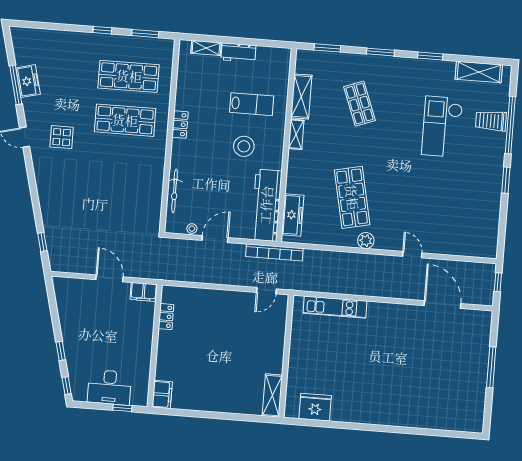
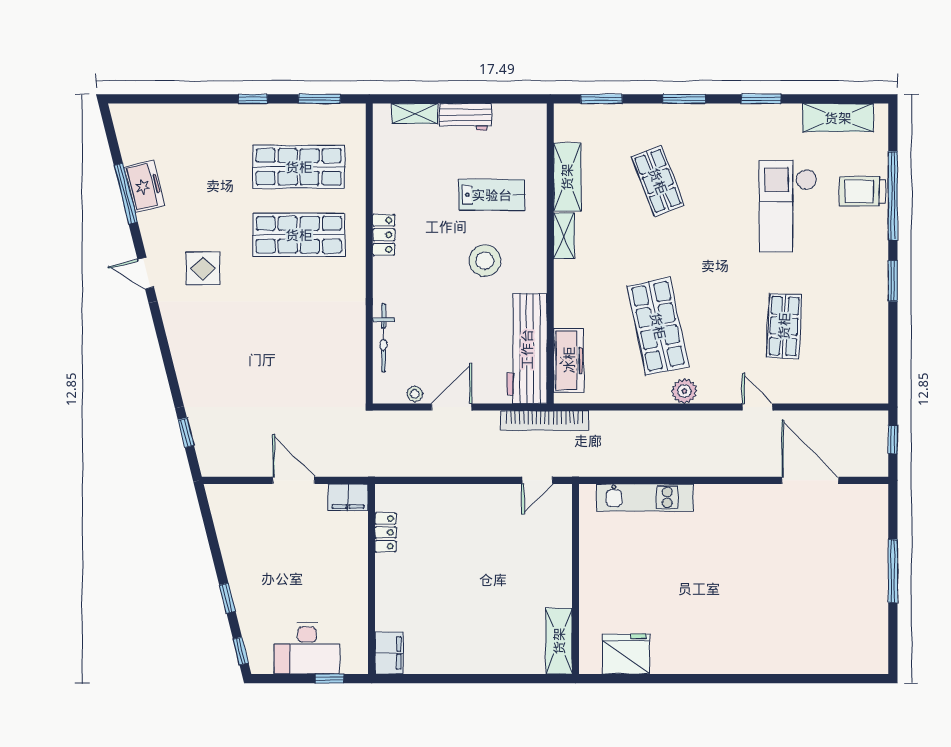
shop shelf: (433, 204) -> (784, 326), added

